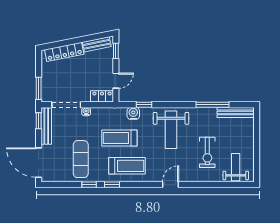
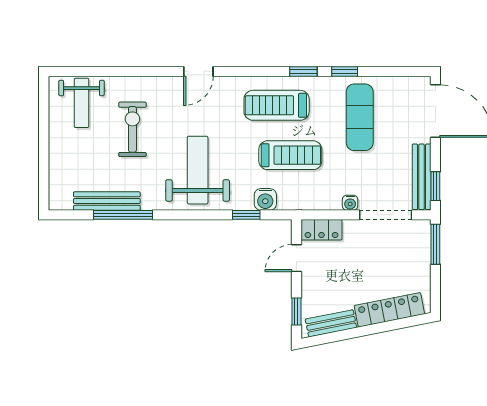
bench: (236, 112) -> (107, 201), moved

